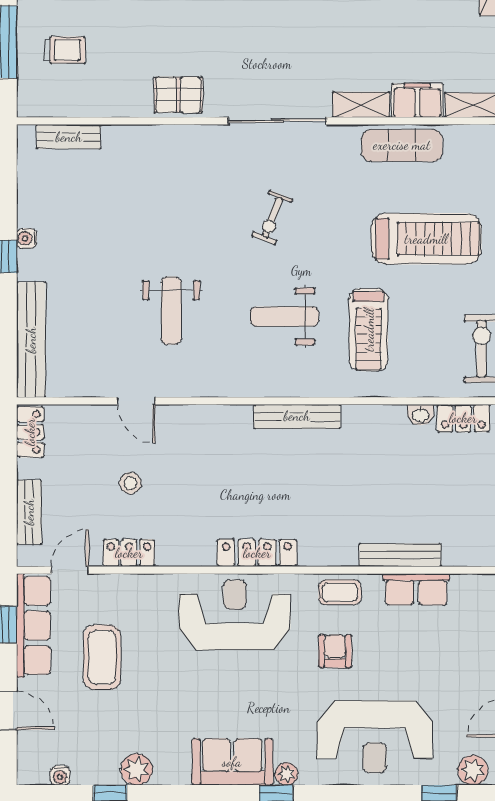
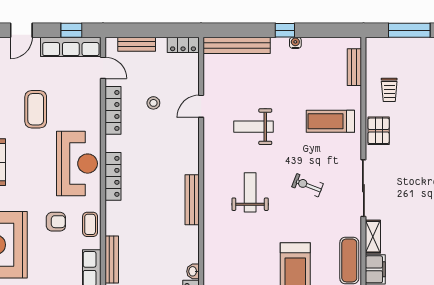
trolley: (65, 50) -> (389, 90), moved
treadmill: (369, 330) -> (330, 121), moved
locker: (129, 553) -> (113, 110), width x1.53
coffee table: (102, 657) -> (36, 109), moved, turned 90

